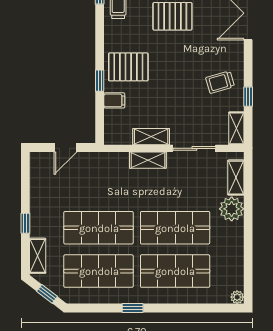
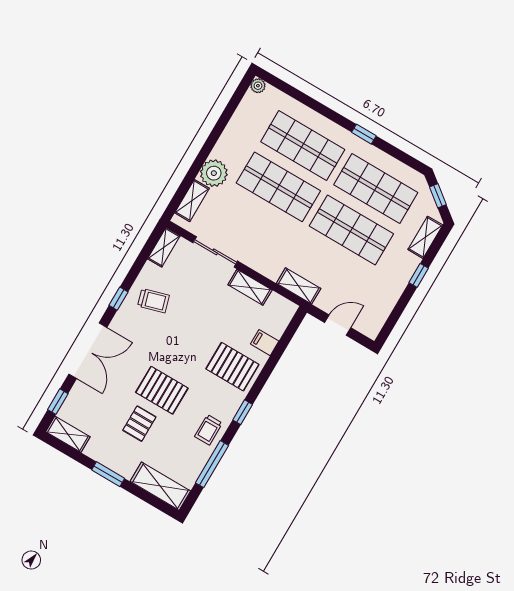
window: (100, 81) -> (243, 412), moved
window: (248, 97) -> (119, 299), moved
shelving: (148, 160) -> (299, 286), moved

